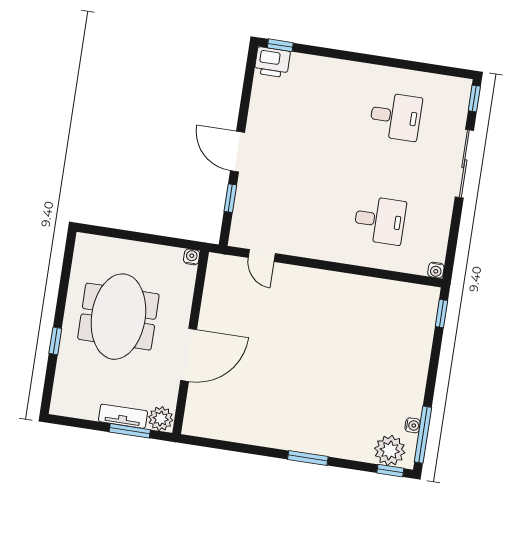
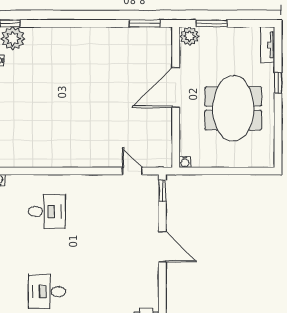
window: (230, 198) -> (162, 191), moved
desk: (380, 220) -> (47, 211), turned 180
tv unit: (123, 416) -> (268, 45), moved, turned 90
window: (308, 458) -> (145, 23), moved

